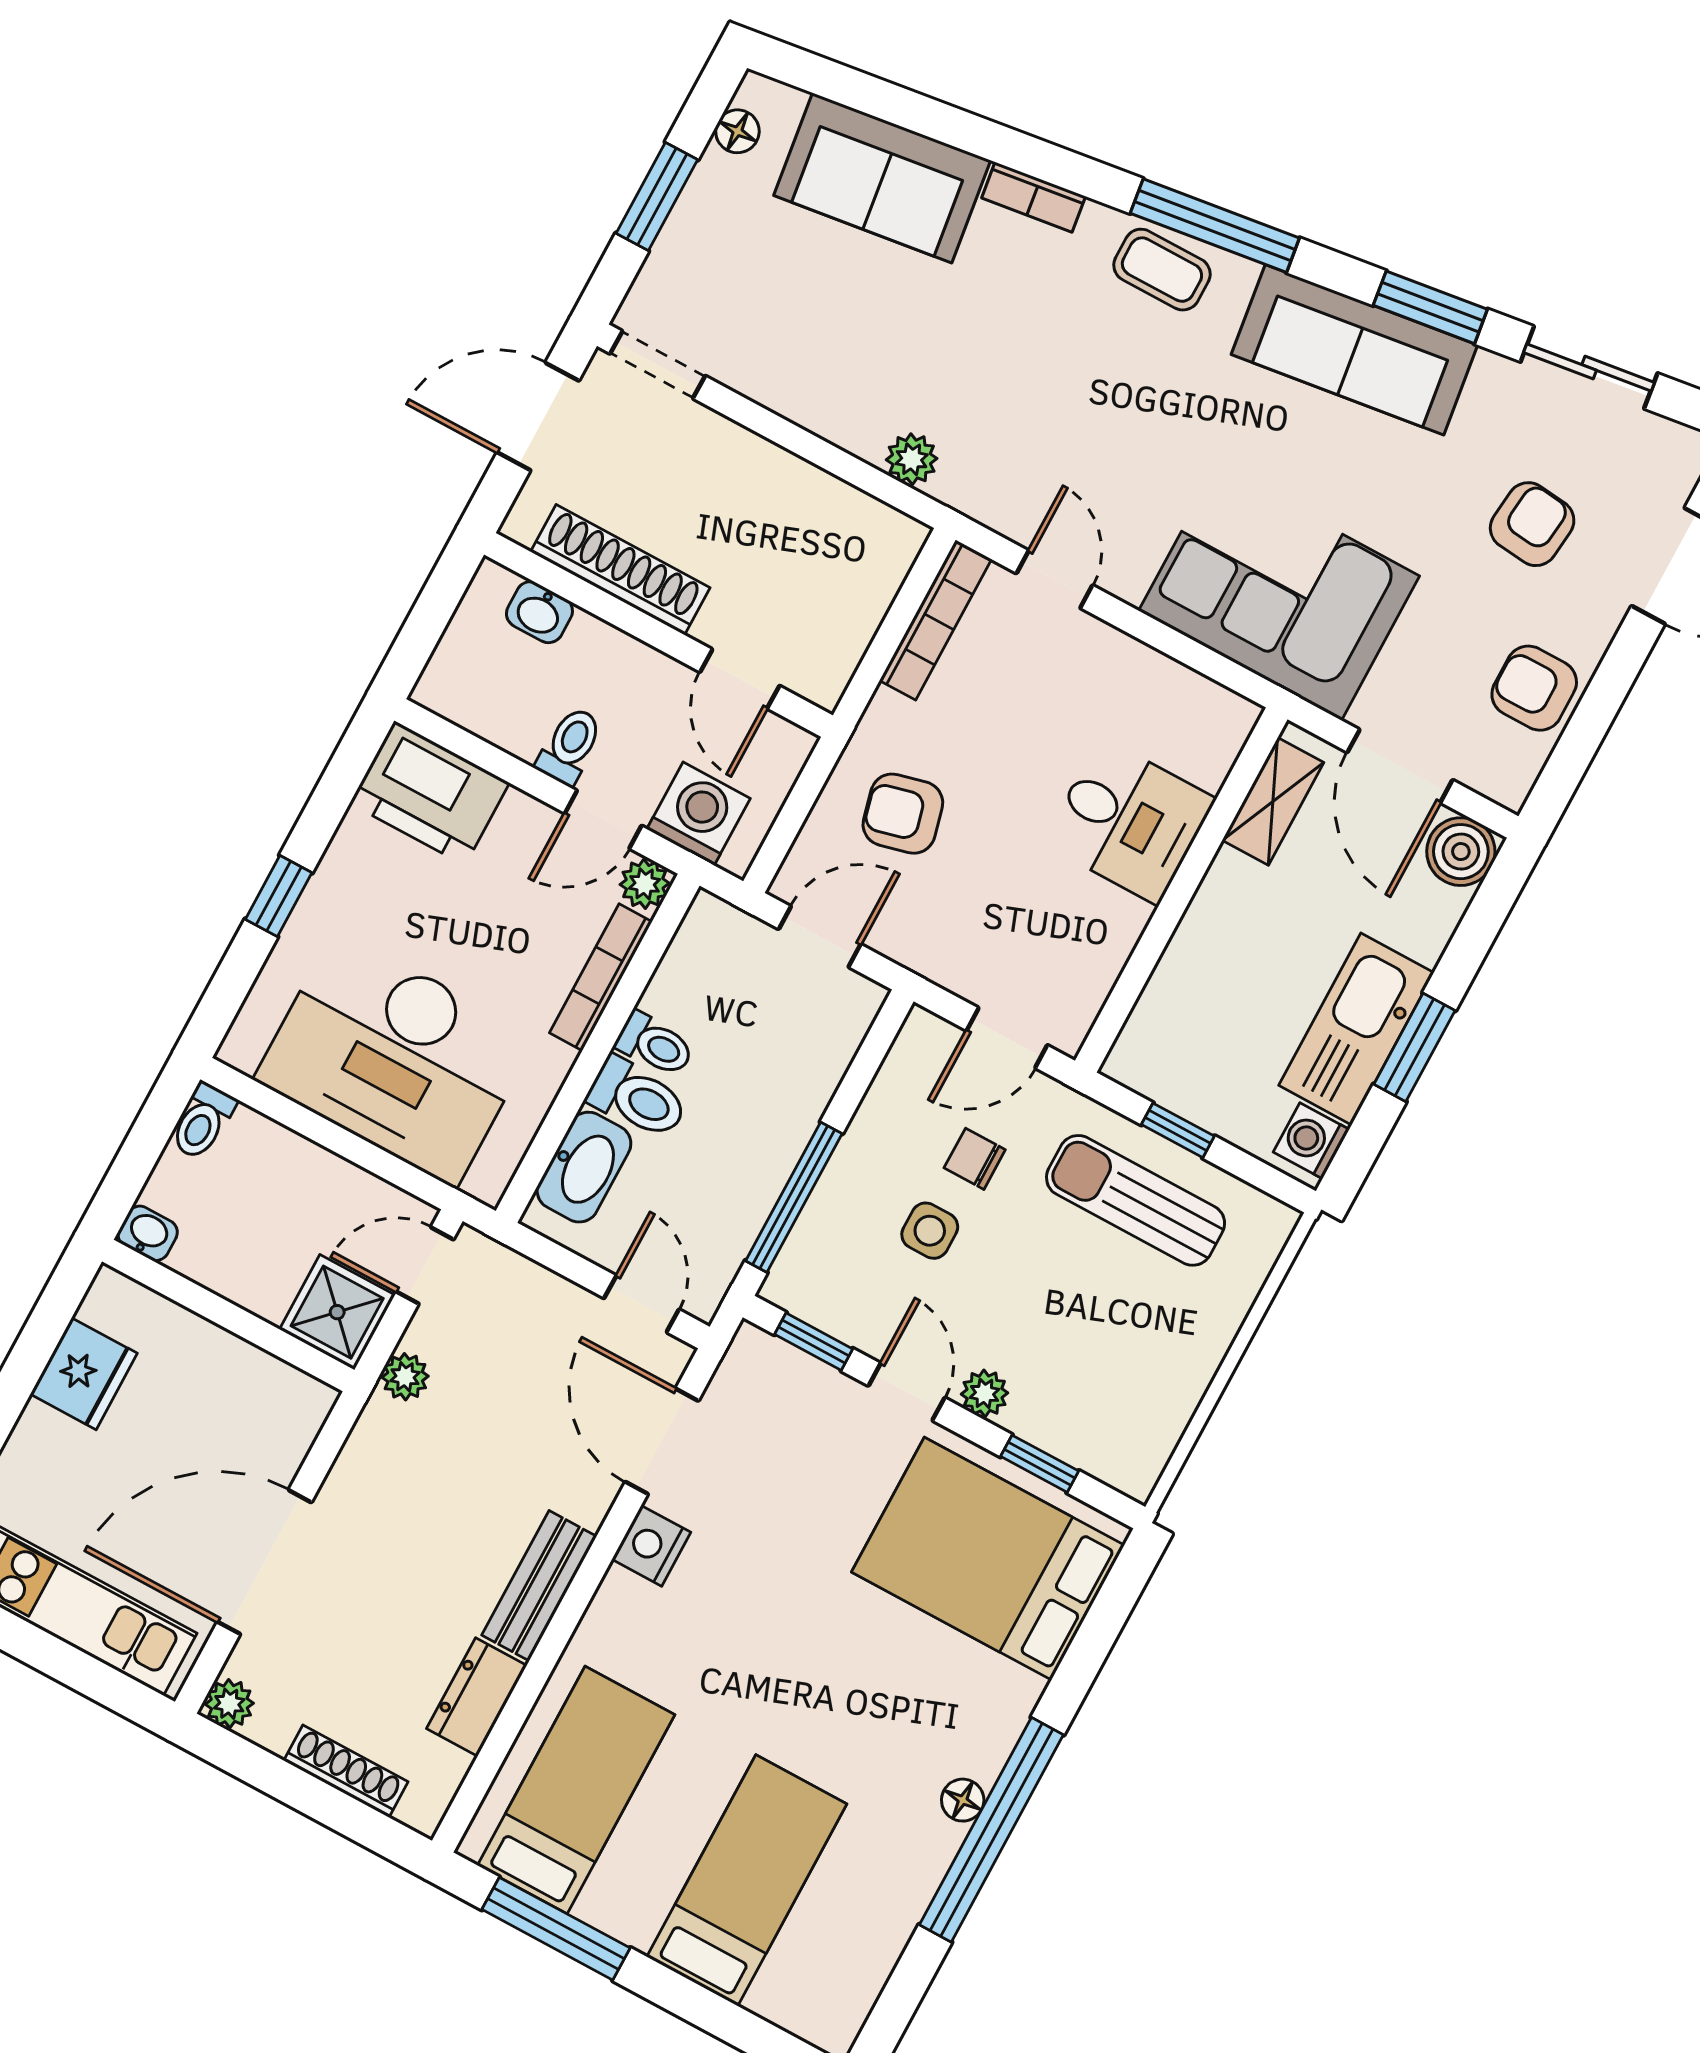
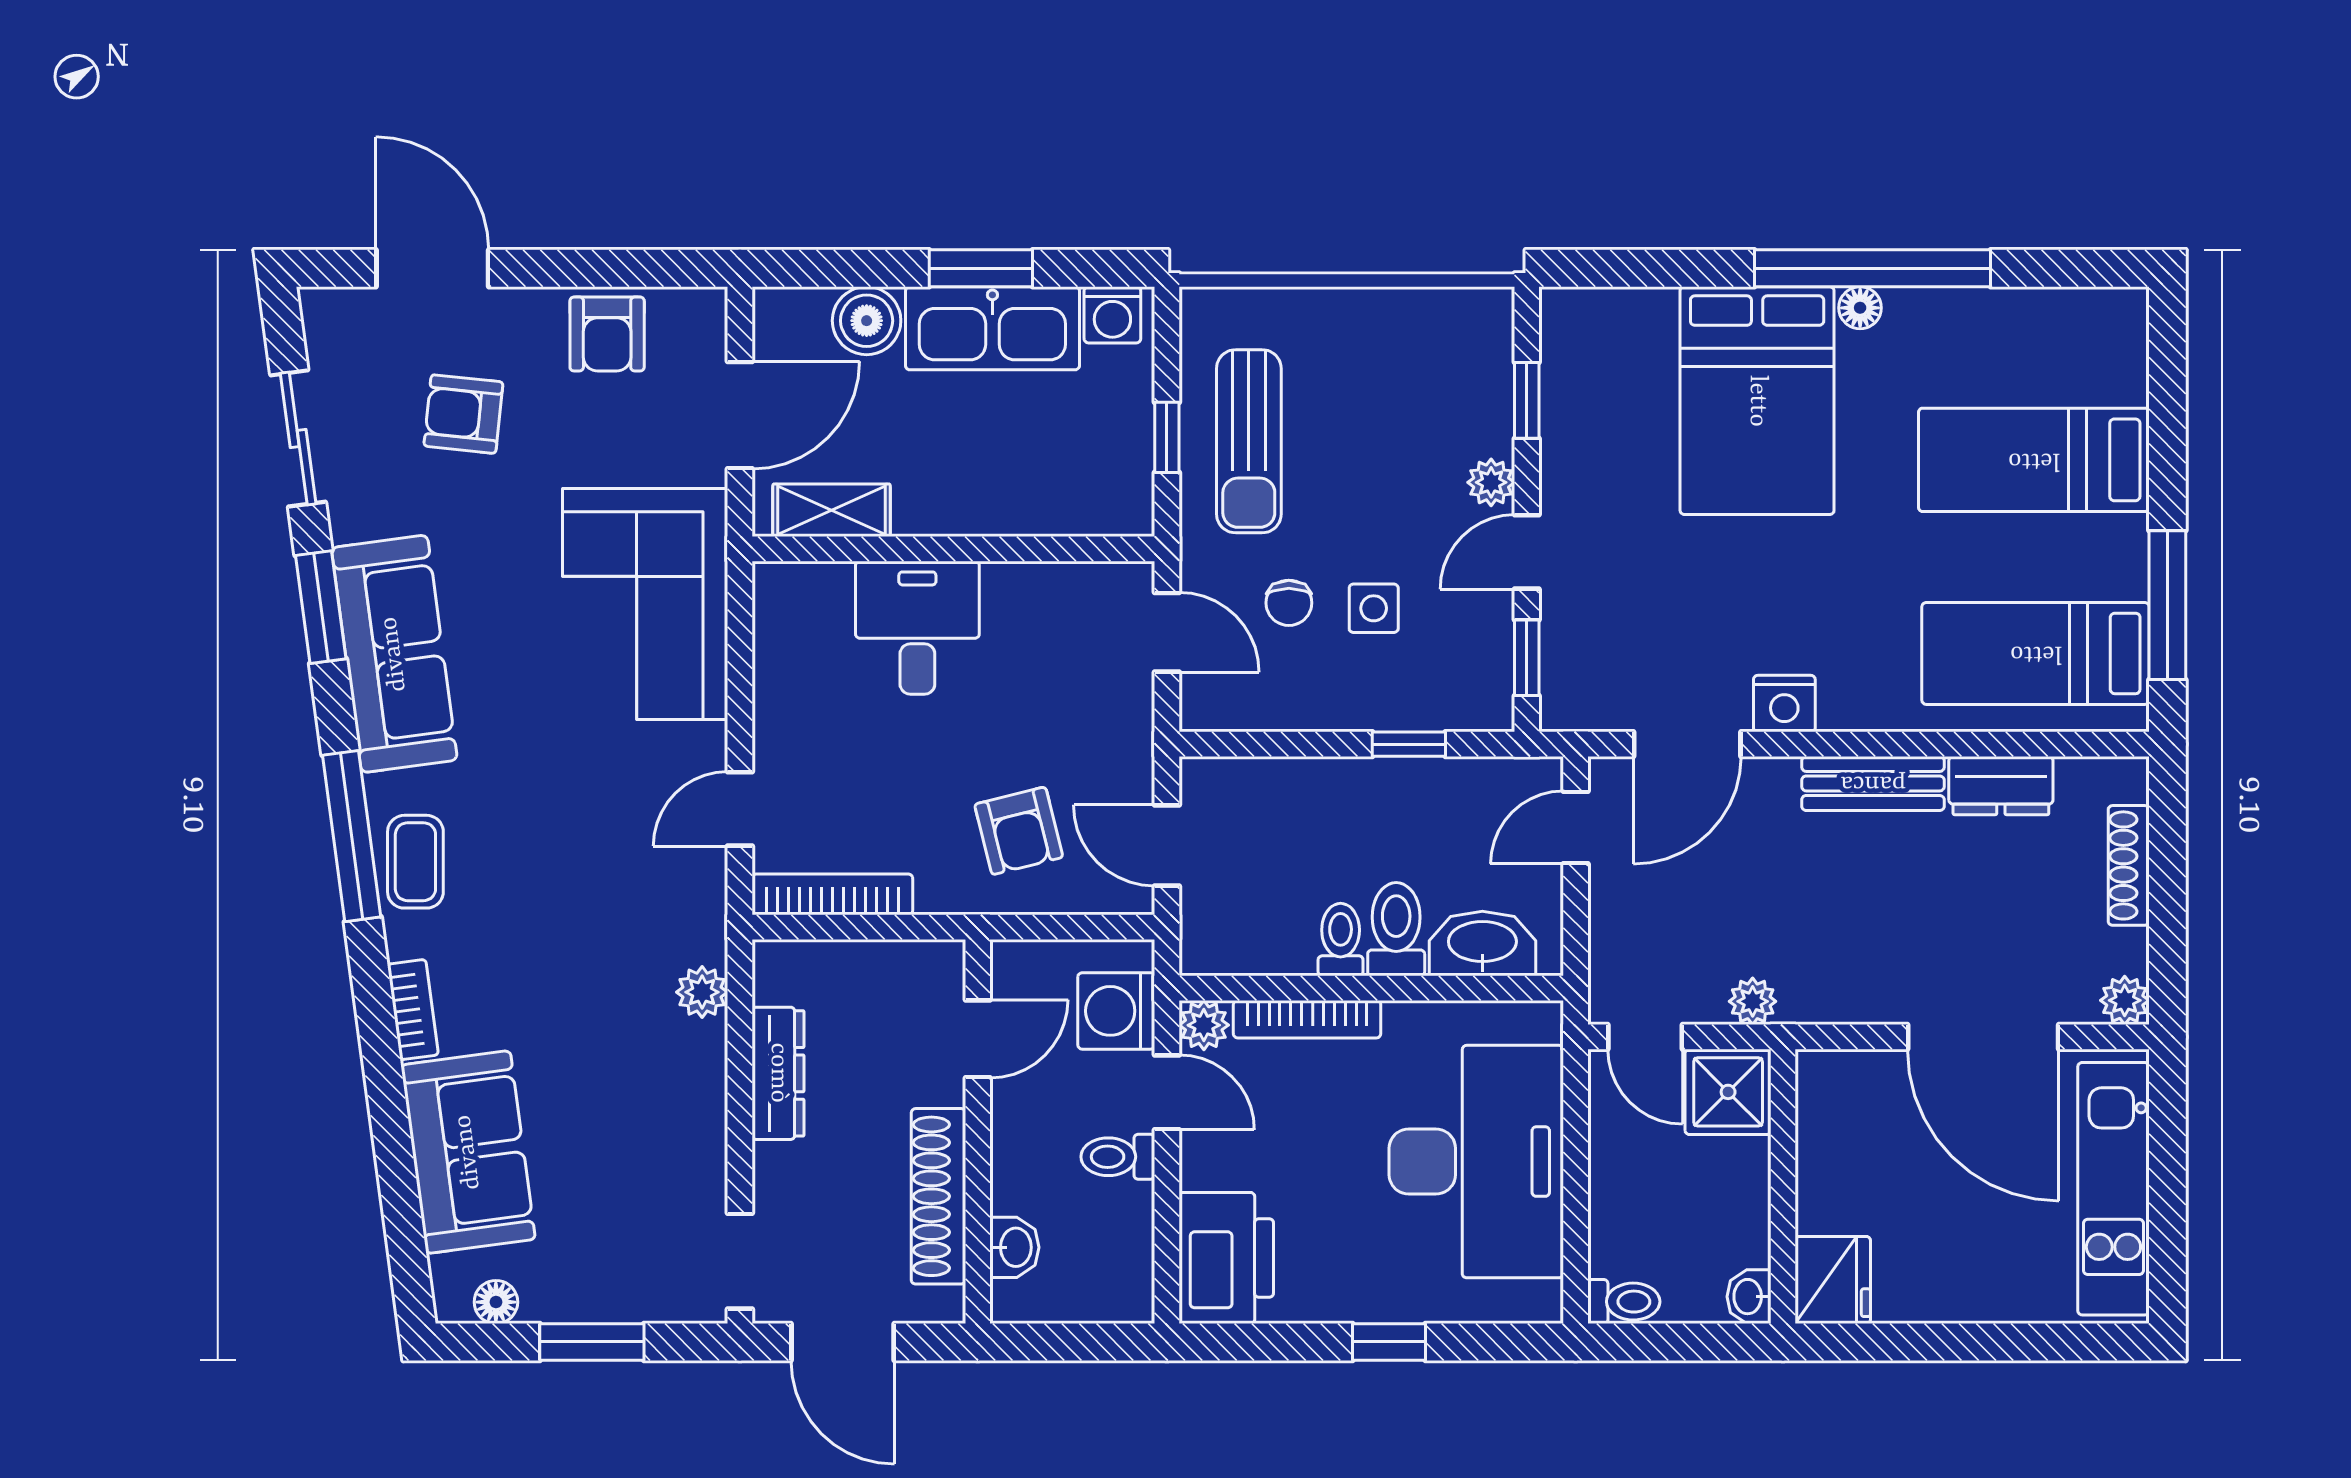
dresser: (804, 487) -> (778, 1073), added
boiler: (1461, 852) -> (867, 321), moved
window: (794, 1197) -> (1409, 744), width x0.46
fridge: (84, 1374) -> (1833, 1280), moved, turned 90
bed: (988, 1559) -> (1757, 401), moved

